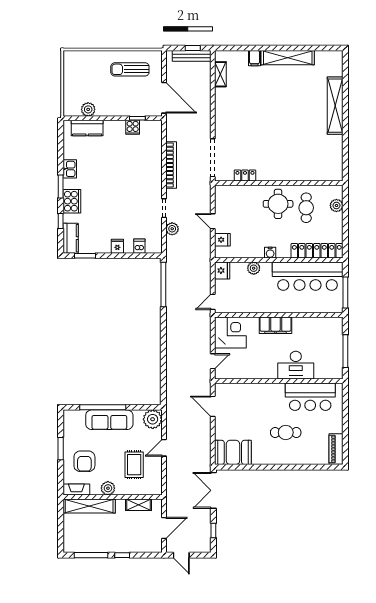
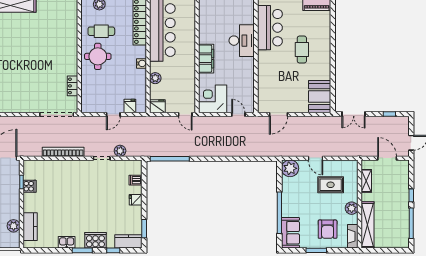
sofa: (109, 420) -> (290, 233), moved, width x0.73
armchair: (84, 461) -> (328, 229), turned 90
double door: (213, 490) -> (354, 114), width x0.73

